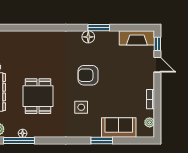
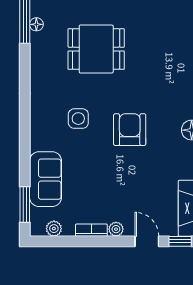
door: (157, 65) -> (147, 241), swing flipped
plant: (150, 84) -> (116, 229), added
window: (102, 141) -> (25, 205), moved

